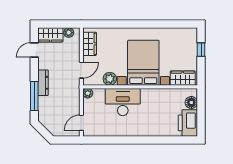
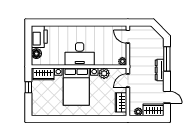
door: (34, 50) -> (167, 97), hinge flipped
window: (201, 50) -> (28, 87), moved
desk: (123, 102) -> (80, 54), moved
door: (81, 123) -> (128, 37), swing flipped

